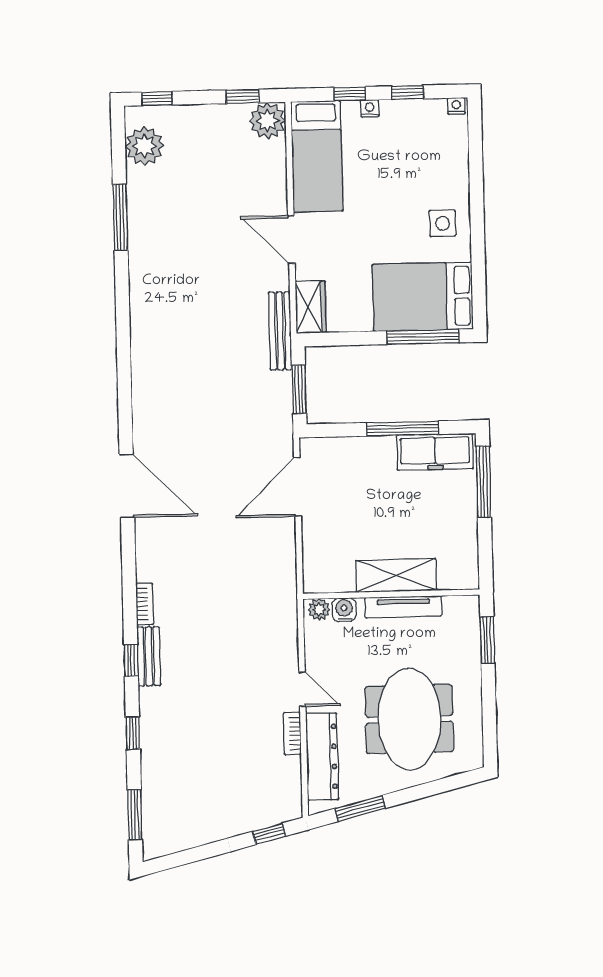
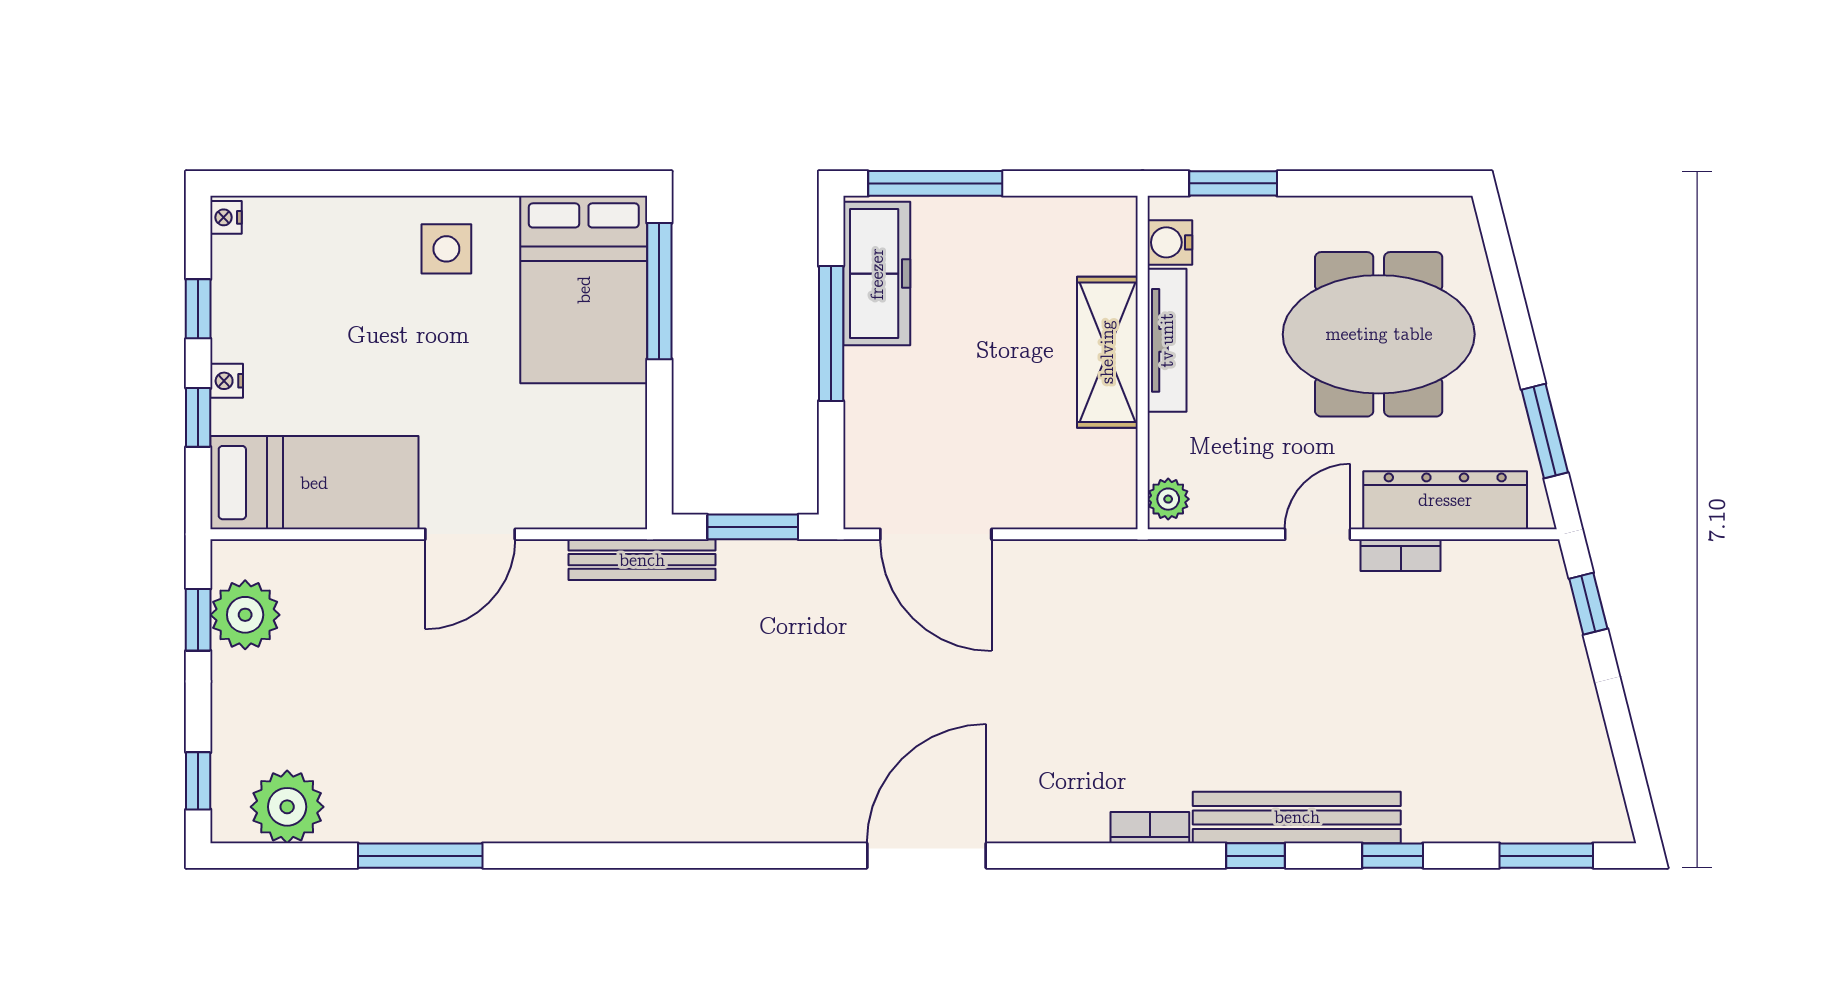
plant: (268, 121) -> (245, 615), moved
wardrobe: (311, 307) -> (598, 501), removed
water cooler: (344, 610) -> (1170, 242), moved
bench: (149, 656) -> (1297, 817), width x1.86, depth x1.21

